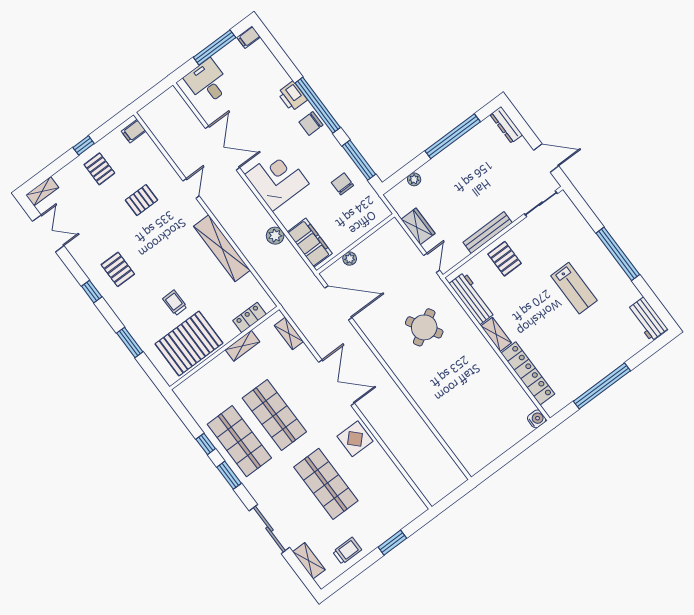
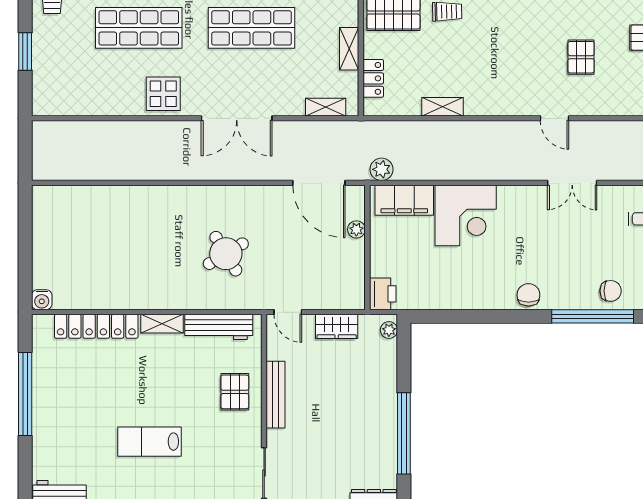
printer: (292, 96) -> (383, 294), moved, turned 90
window: (318, 105) -> (593, 316), moved
double door: (222, 148) -> (572, 183), width x0.73
window: (359, 160) -> (452, 316), removed
corner desk: (277, 179) -> (466, 215), moved
plant: (414, 179) -> (389, 330), moved
chair: (342, 184) -> (611, 291), moved
plant: (275, 236) -> (382, 169), moved
shelving: (222, 248) -> (442, 107), width x0.45, depth x0.75
pallet: (505, 259) -> (235, 392), turned 90
door: (338, 303) -> (319, 183), hinge flipped

